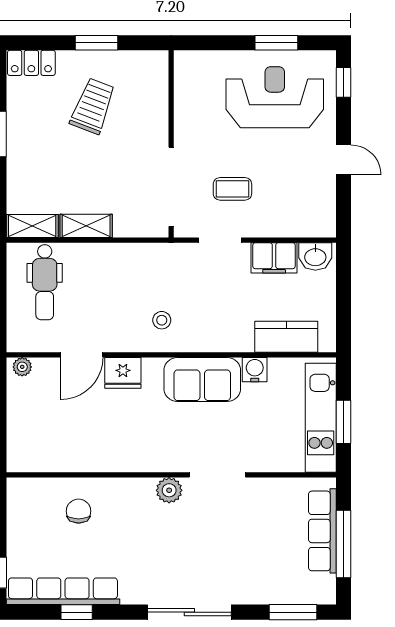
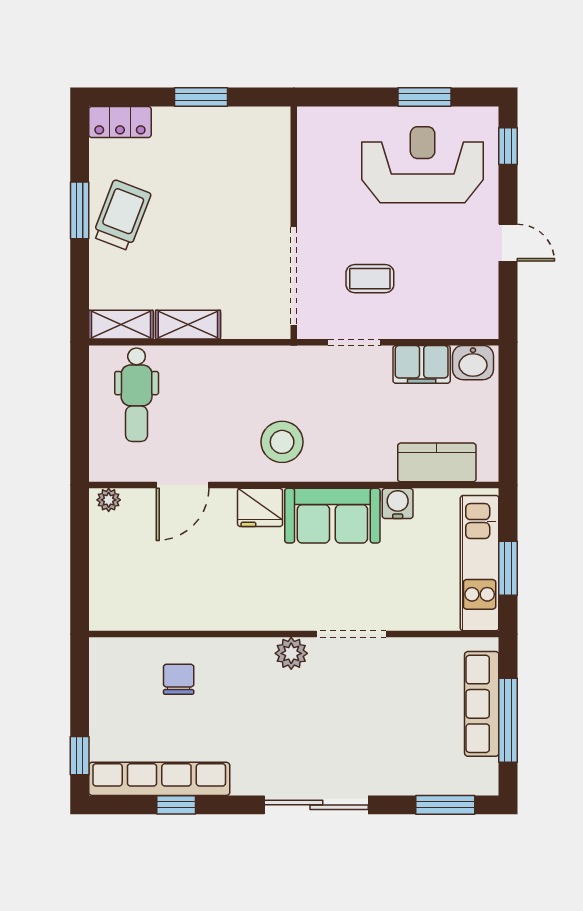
trolley: (93, 106) -> (122, 215), moved
stool: (162, 320) -> (282, 442), width x1.89, depth x1.89
fridge: (123, 373) -> (260, 507), moved

